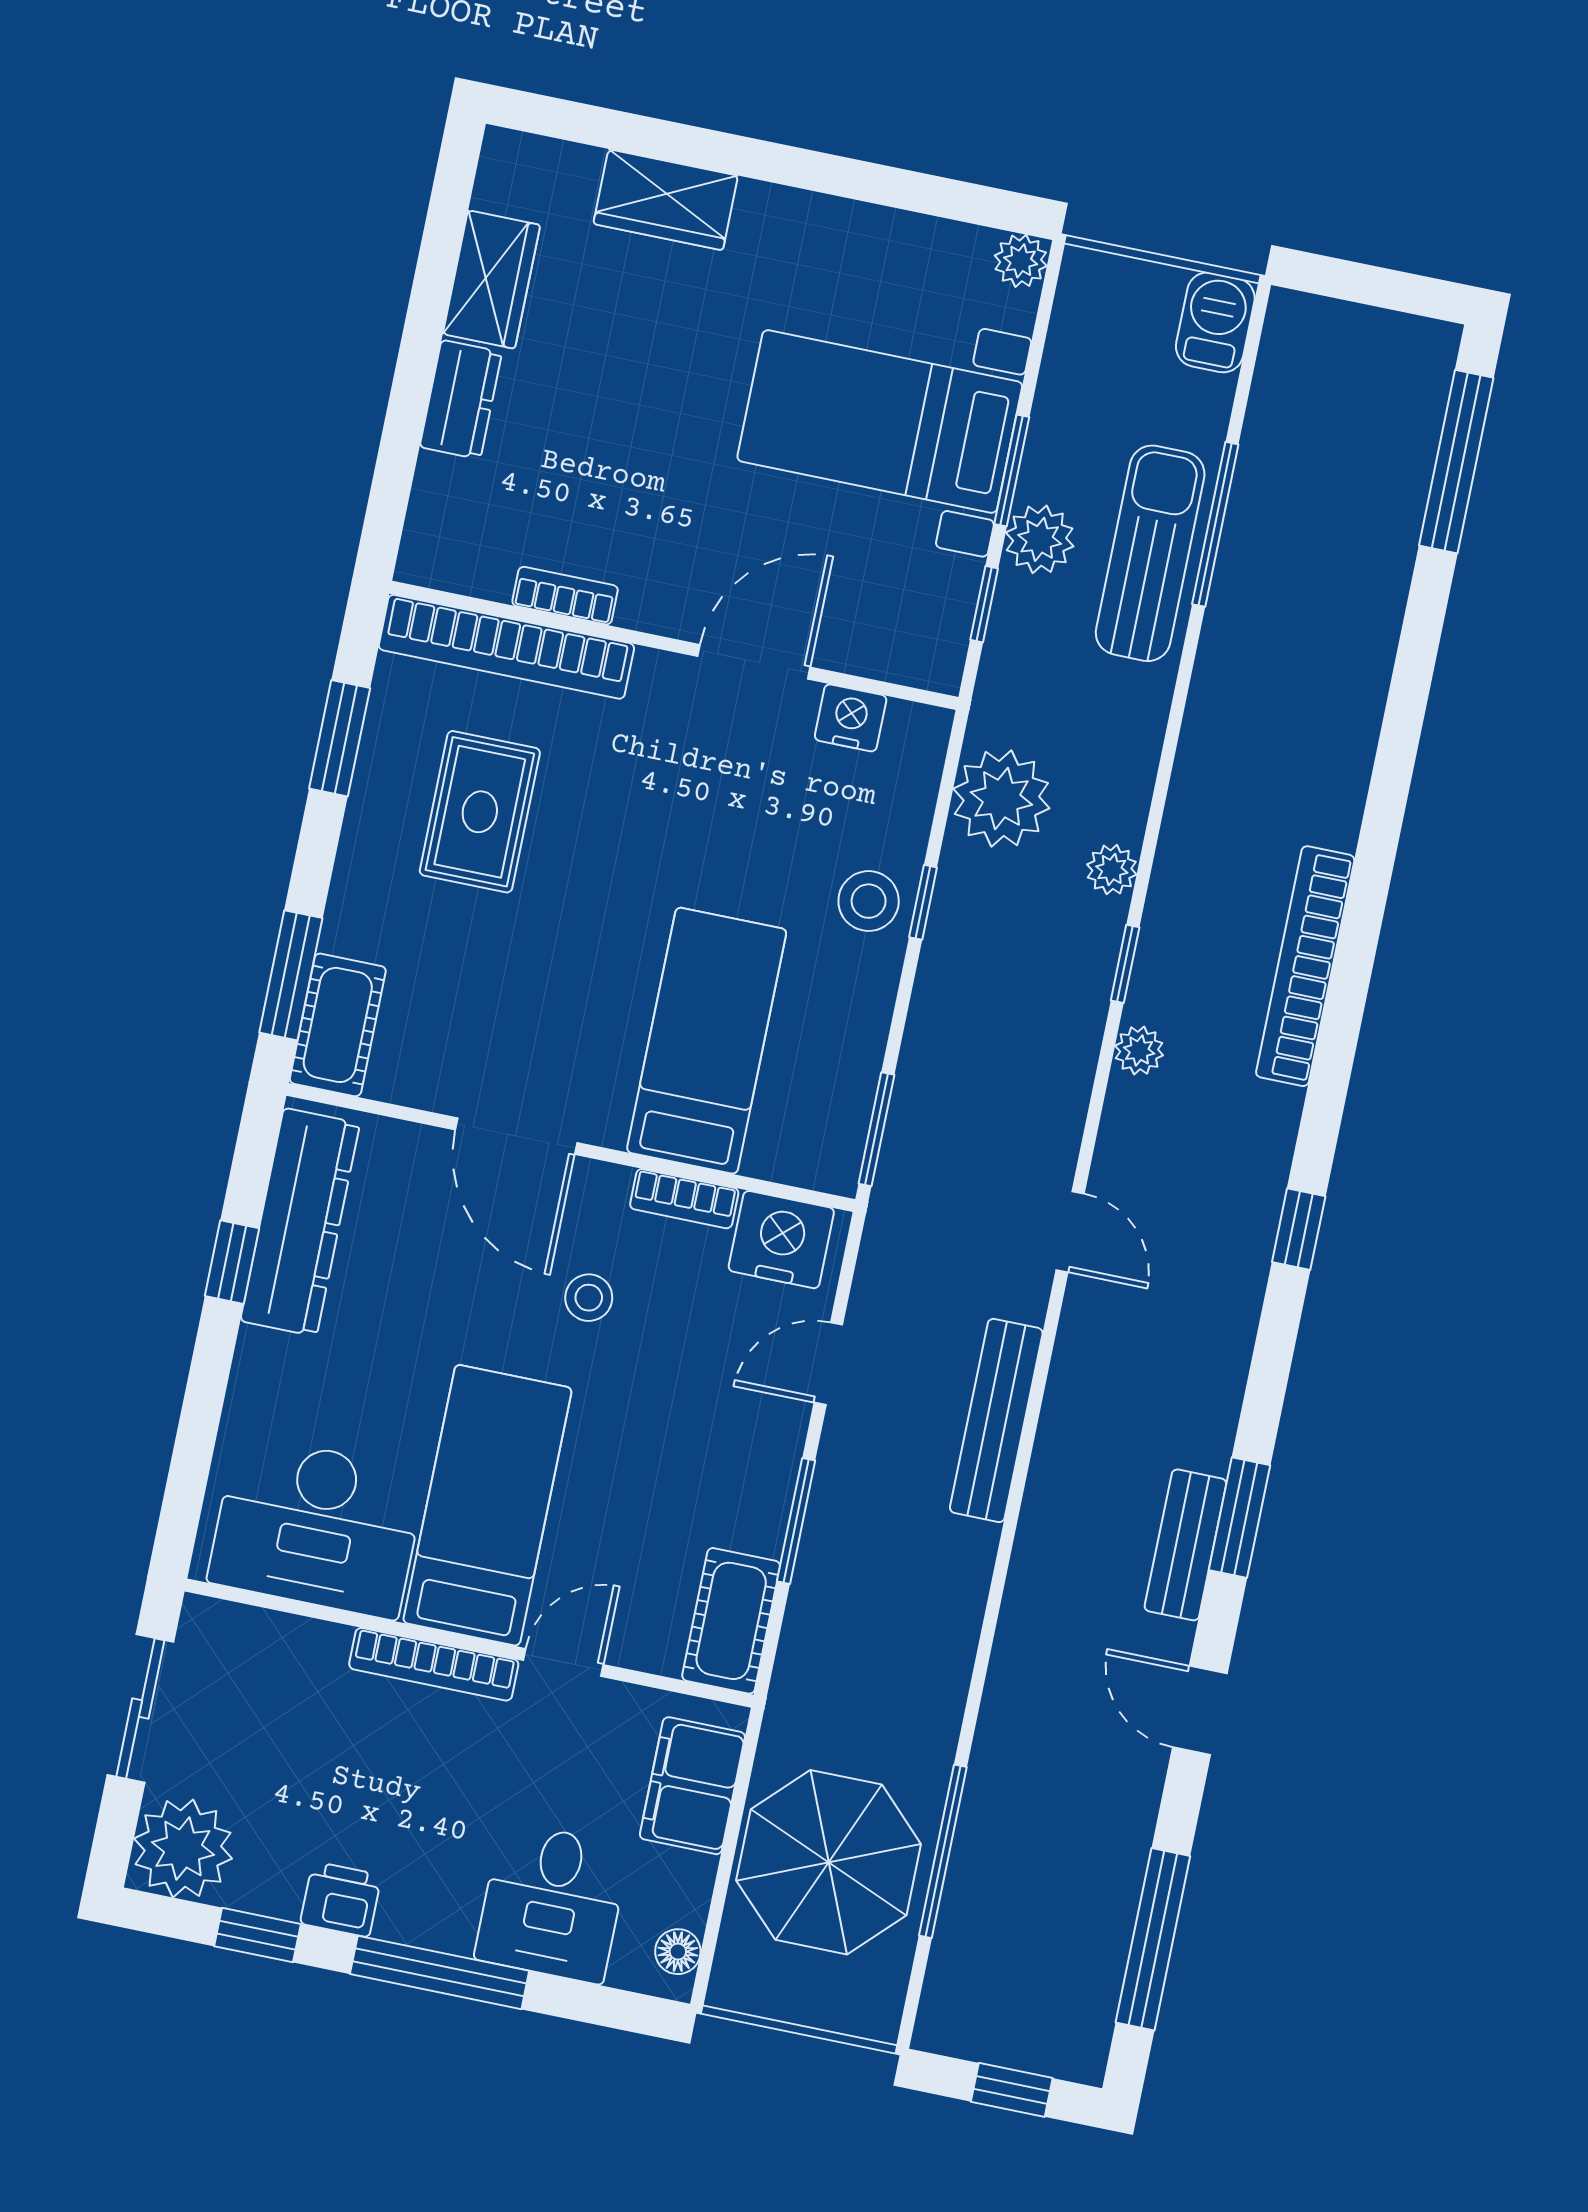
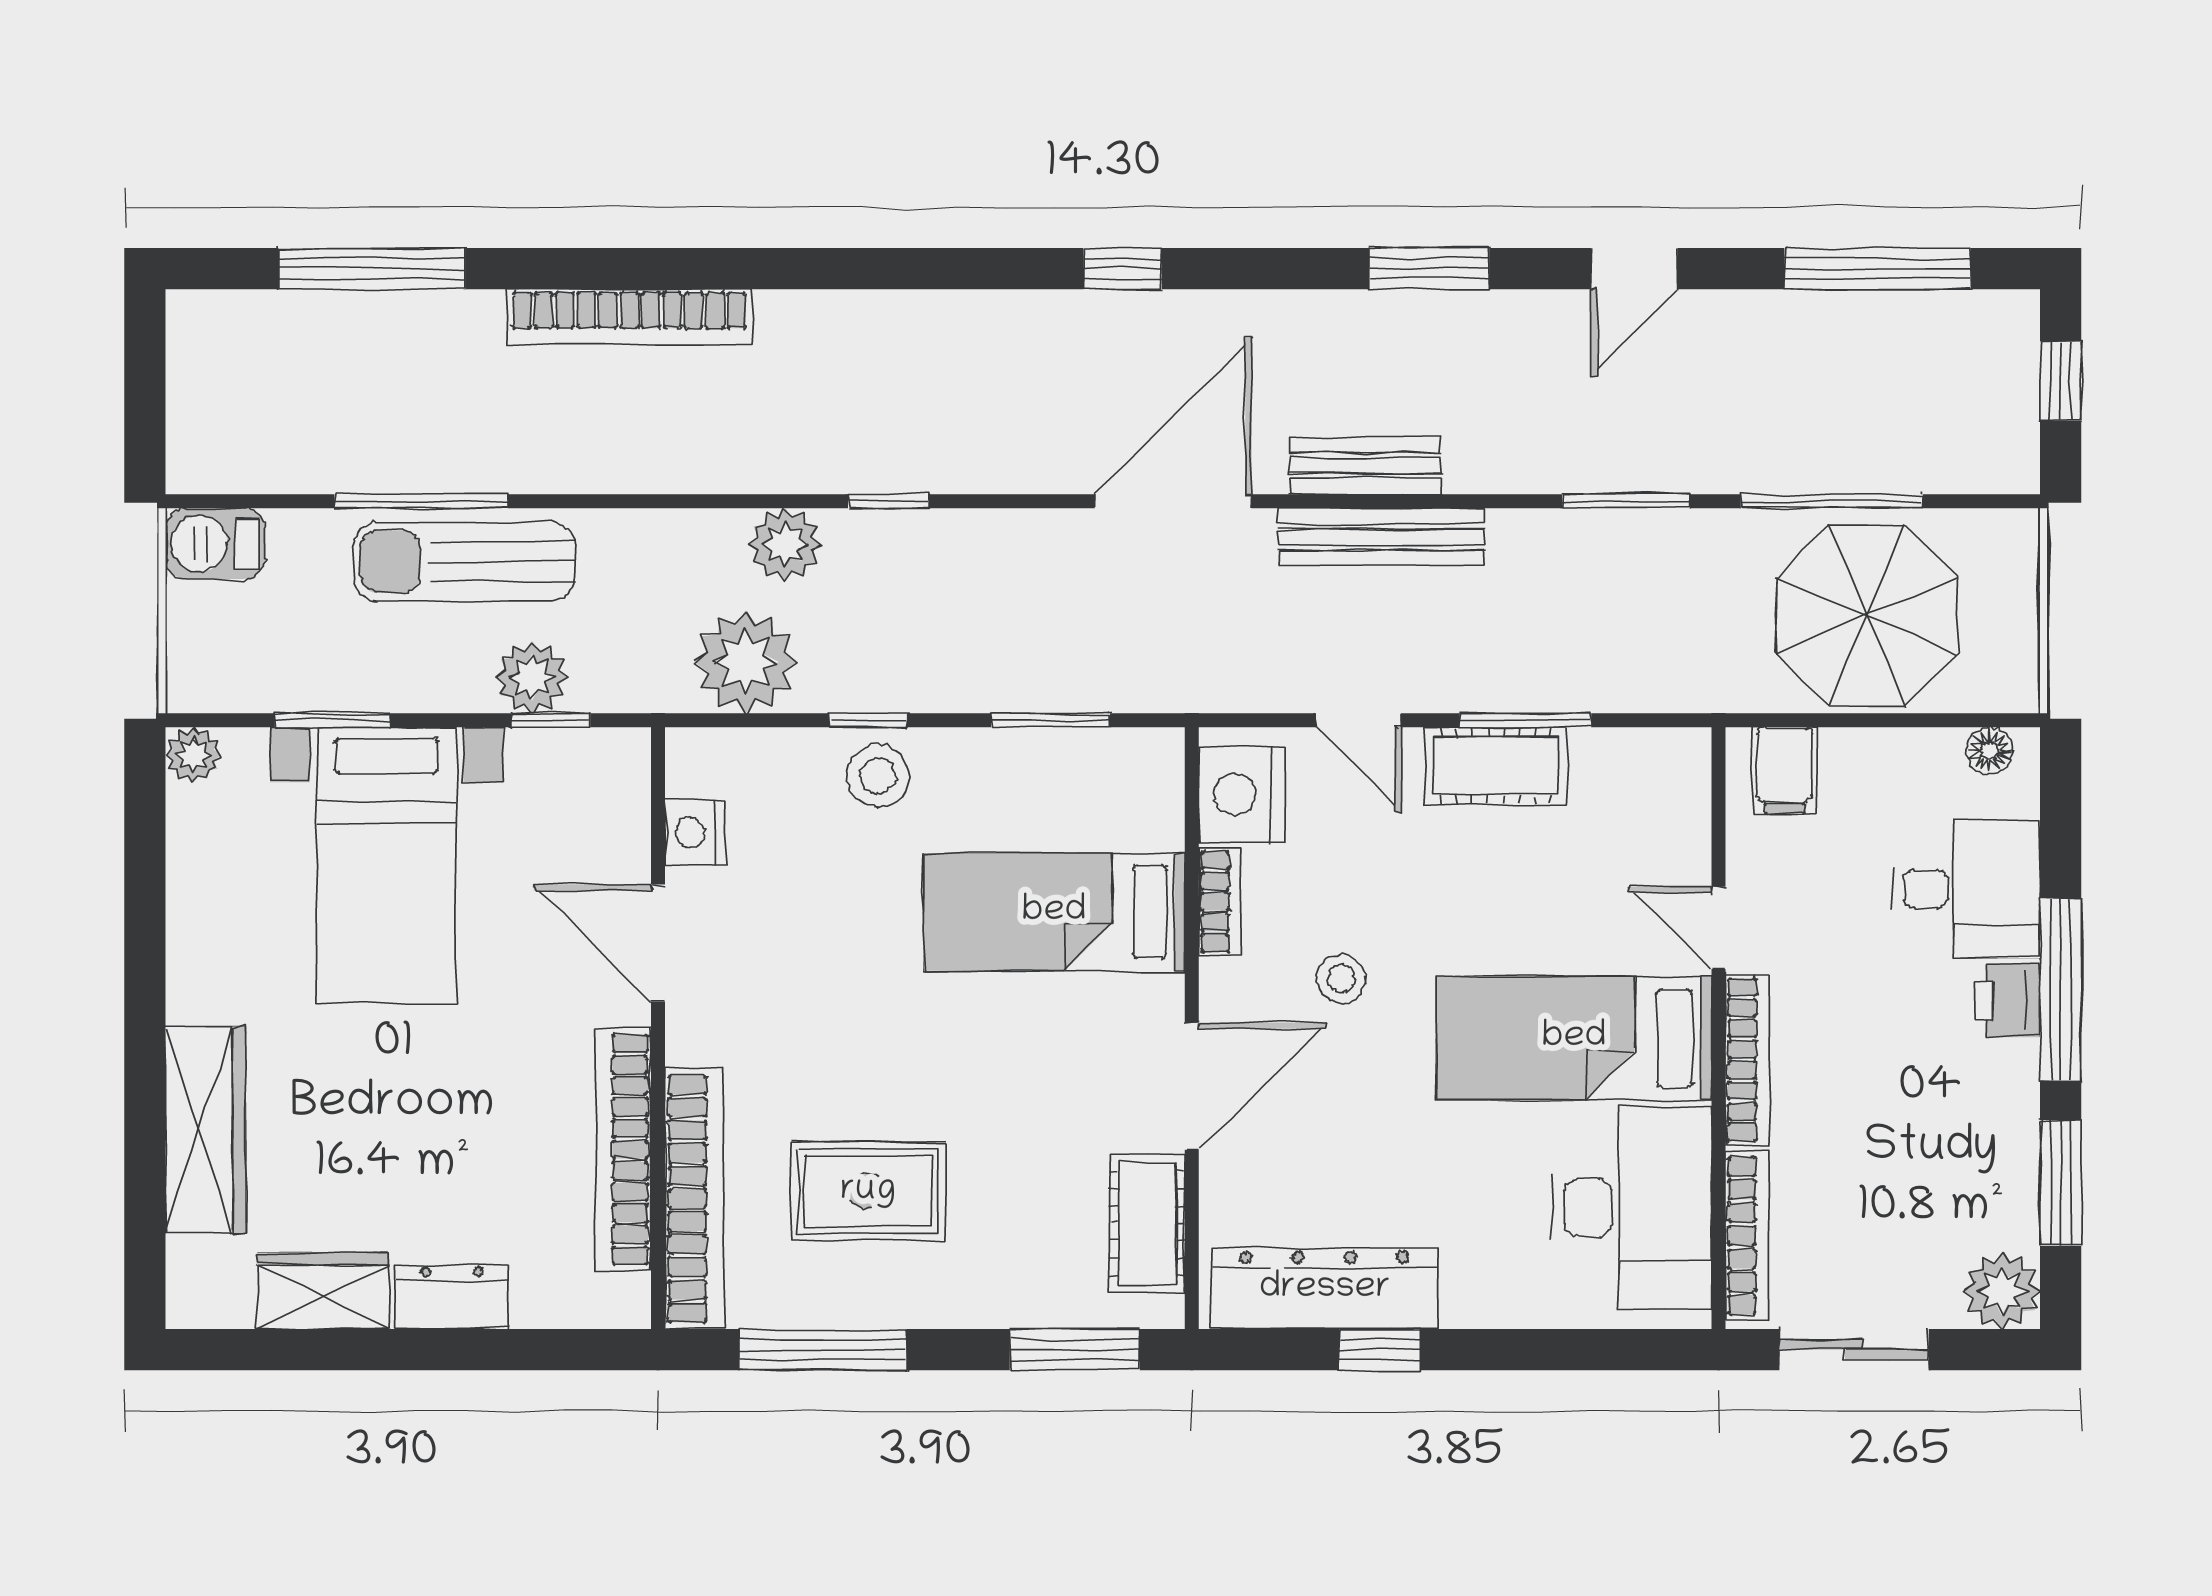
wardrobe: (666, 200) -> (205, 1130), width x1.50
window: (1456, 462) -> (372, 269), moved
window: (1012, 471) -> (333, 720), moved
plant: (1040, 539) -> (532, 677), moved
bookcase: (565, 596) -> (624, 1150), width x2.31, depth x1.31
window: (340, 738) -> (823, 1350), width x1.44
plant: (1112, 870) -> (785, 544), width x1.38, depth x1.38
bookcase: (1305, 966) -> (629, 317), moved
cot: (338, 1025) -> (1147, 1223), moved, turned 90
plant: (1139, 1051) -> (974, 469), removed
window: (876, 1129) -> (1051, 720), moved
door: (1070, 1232) -> (1173, 501), width x1.87
bench: (1185, 1545) -> (1365, 466), moved
cot: (731, 1621) -> (1496, 766), moved
bookcase: (268, 1630) -> (1747, 1236), added
window: (983, 1658) -> (1626, 501), added
filing cabinet: (692, 1786) -> (1785, 770), width x0.50
plant: (183, 1848) -> (2002, 1291), width x0.73, depth x0.73
printer: (341, 1899) -> (2007, 1000), moved
window: (258, 1935) -> (2061, 1183), width x1.50

